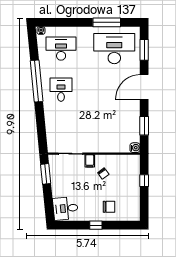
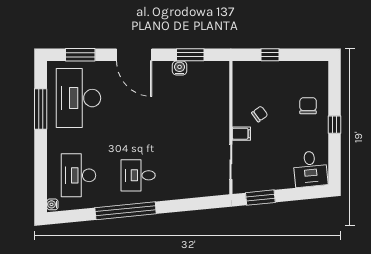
water cooler: (135, 148) -> (180, 68), moved

